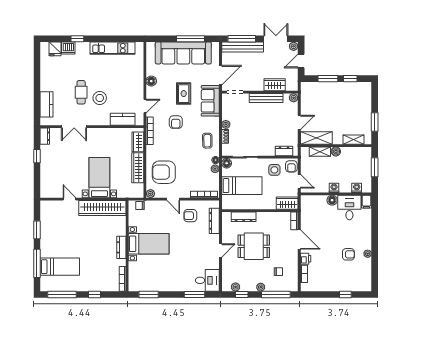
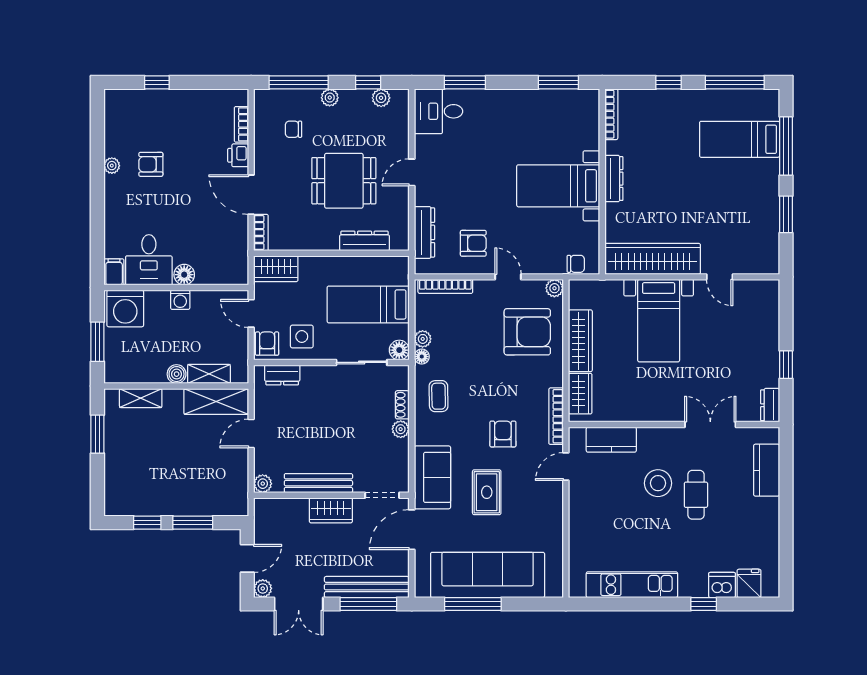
floor lamp: (151, 81) -> (553, 518), removed
wardrobe: (275, 85) -> (331, 510), moved
washing machine: (357, 188) -> (125, 308), width x1.89, depth x1.89

